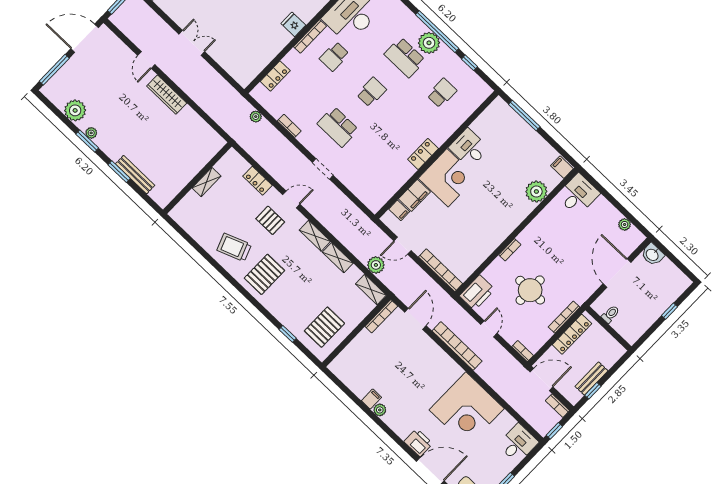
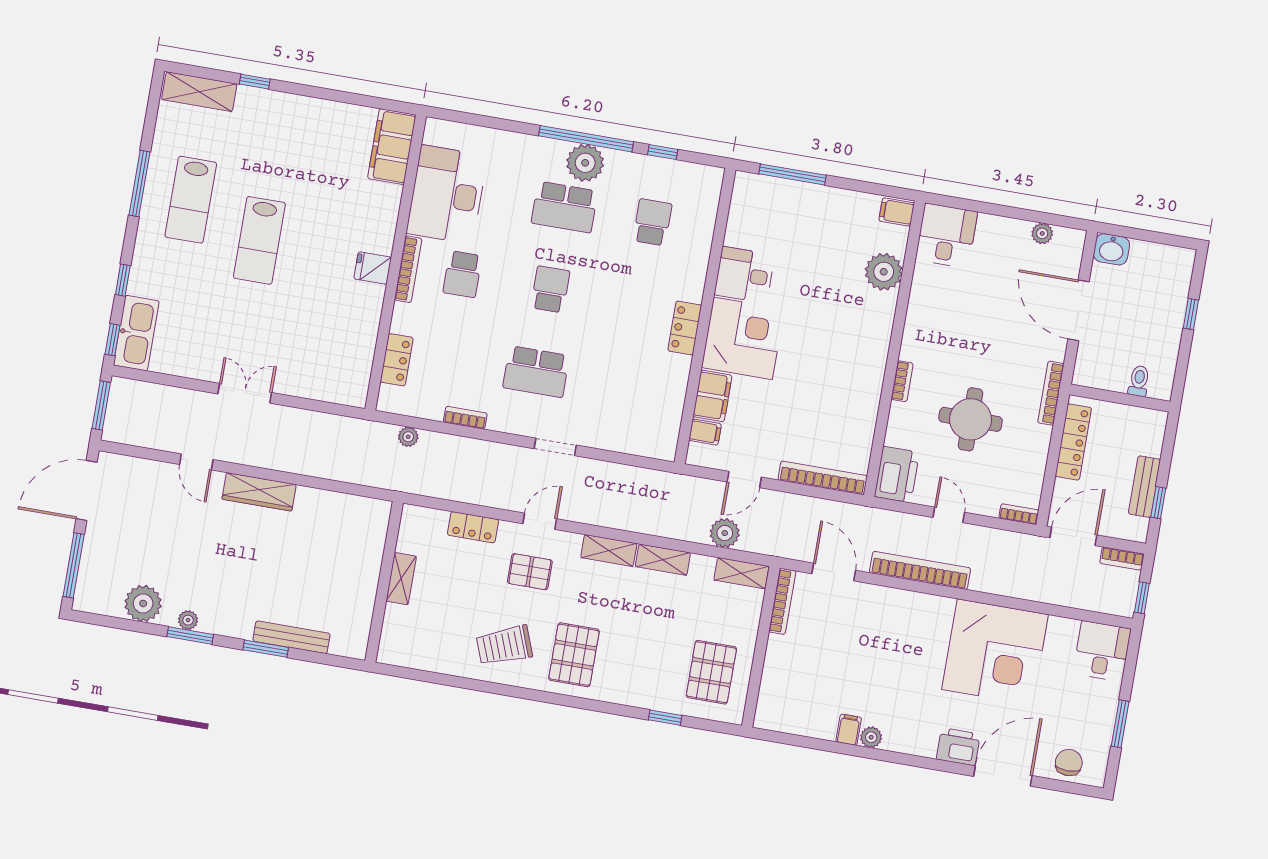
toilet: (610, 314) -> (1139, 381), moved
bookcase: (564, 317) -> (1051, 393), moved

